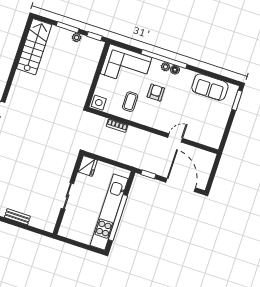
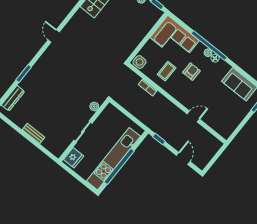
plant: (69, 166) -> (94, 106), added
fridge: (88, 166) -> (74, 158), moved
door: (181, 185) -> (183, 159), width x0.53

